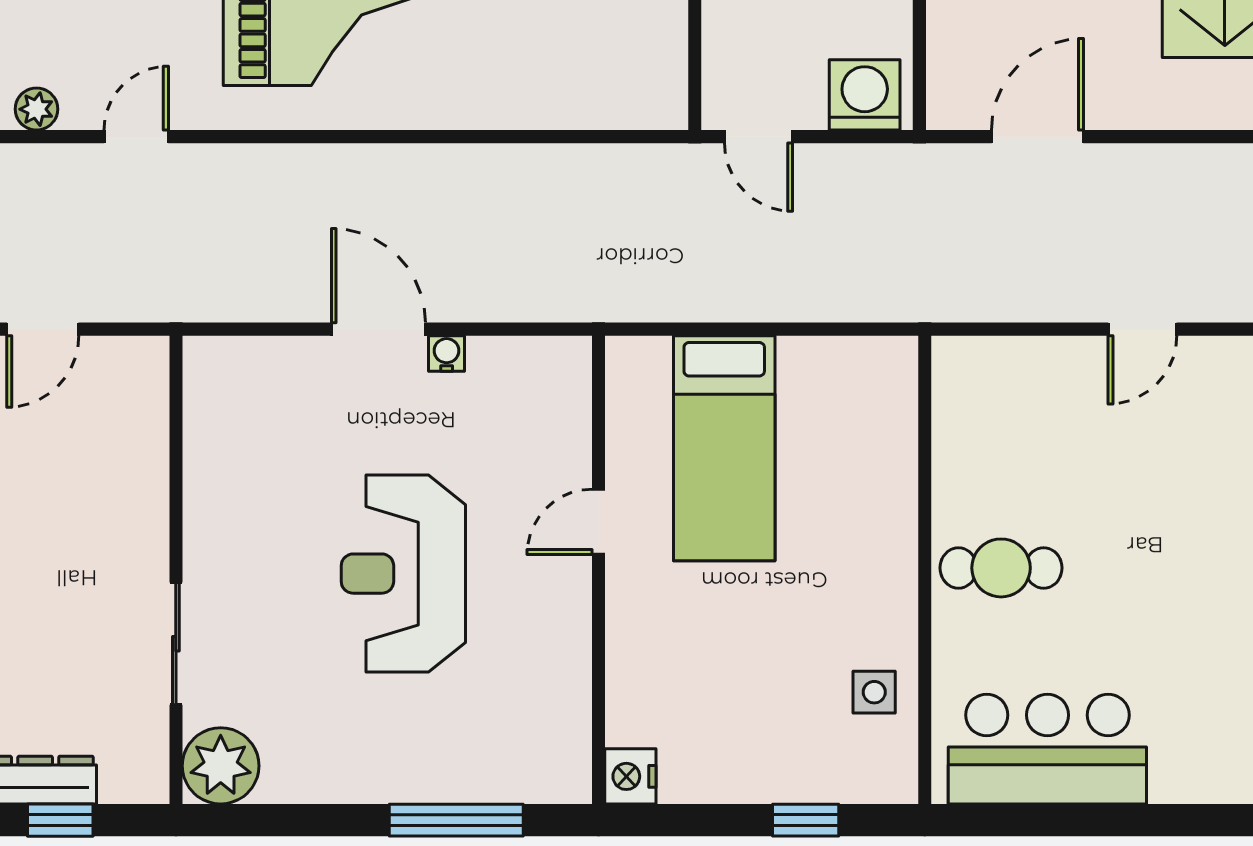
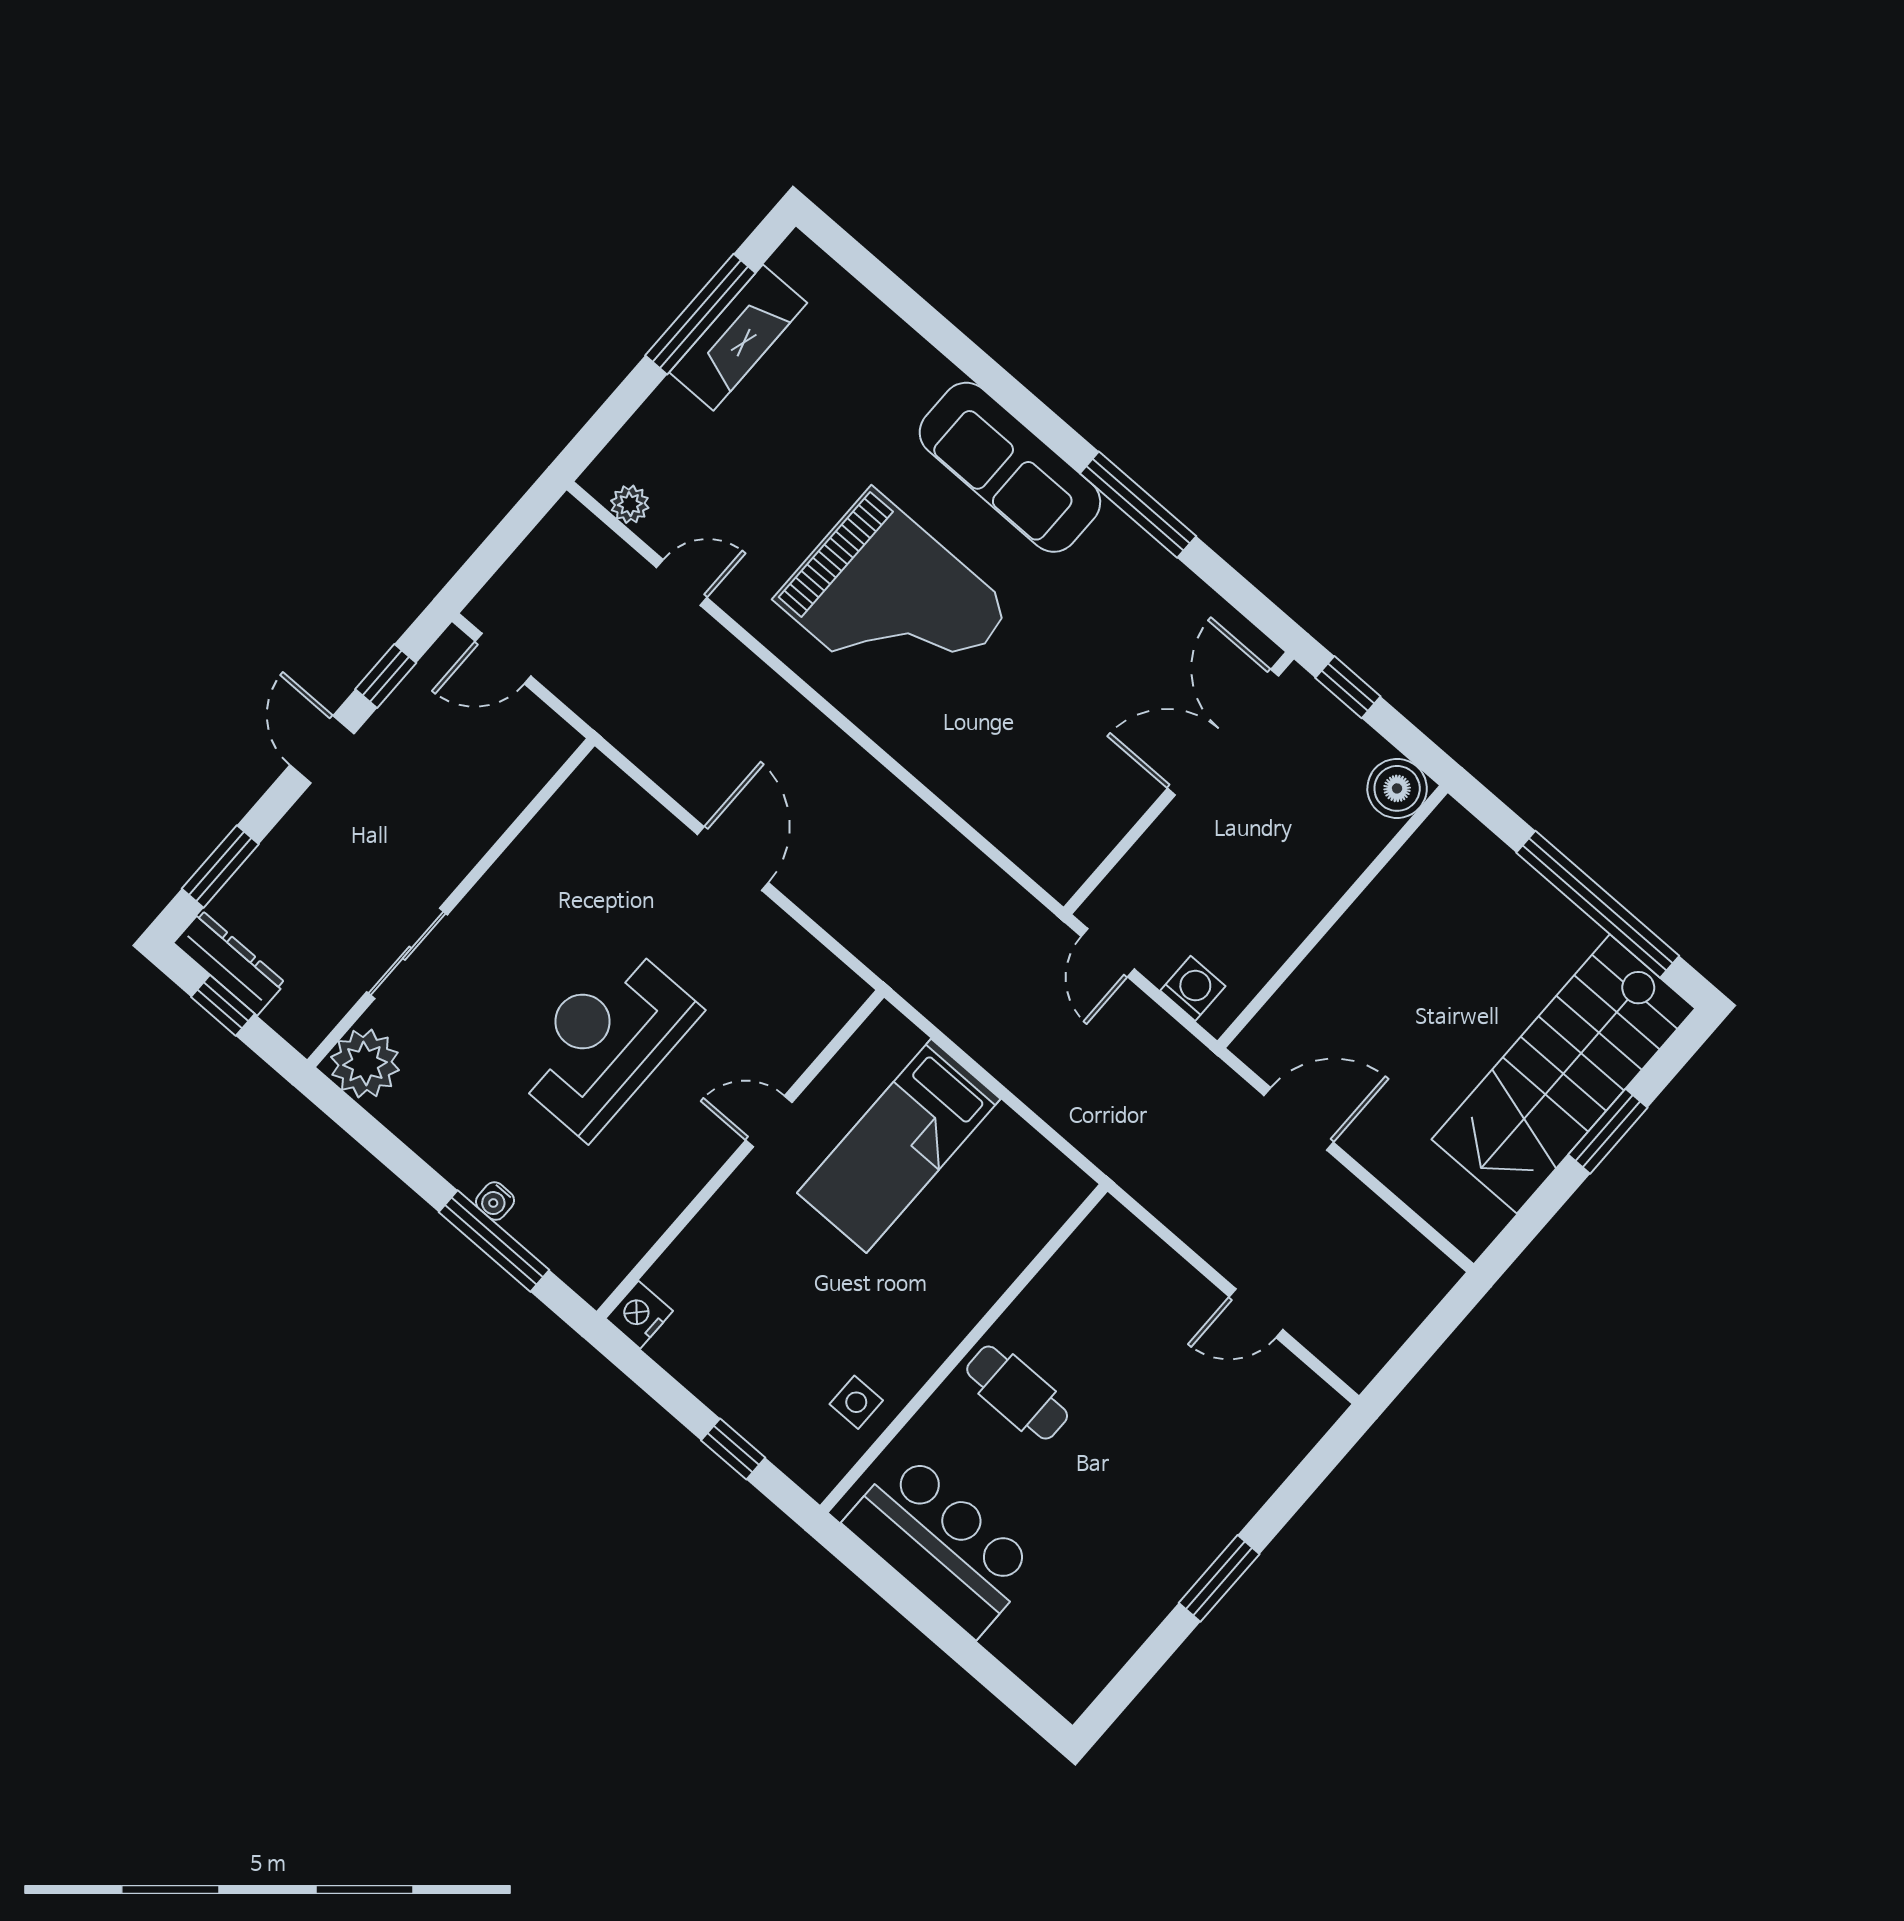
washing machine: (865, 95) -> (1193, 988), width x0.73, depth x0.73
water cooler: (447, 354) -> (495, 1201), moved, turned 180

